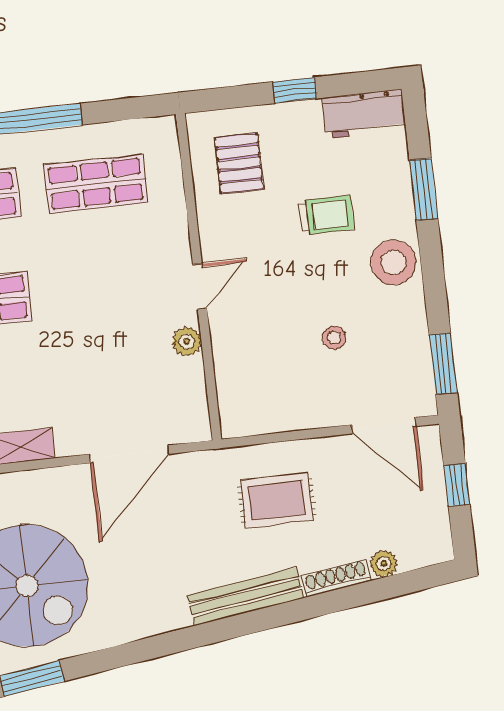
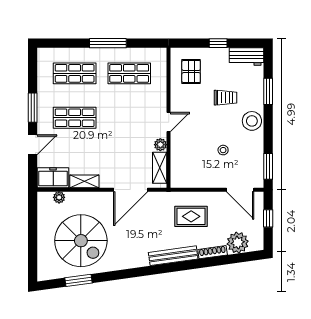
shelving: (191, 396) -> (160, 168), added
plant: (384, 564) -> (238, 243), width x1.88, depth x1.88

